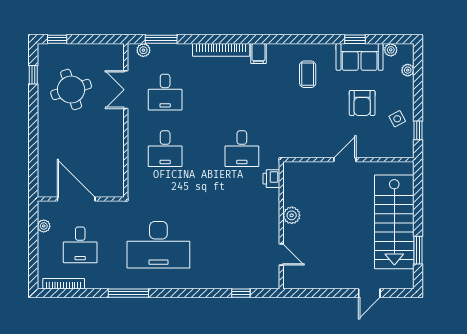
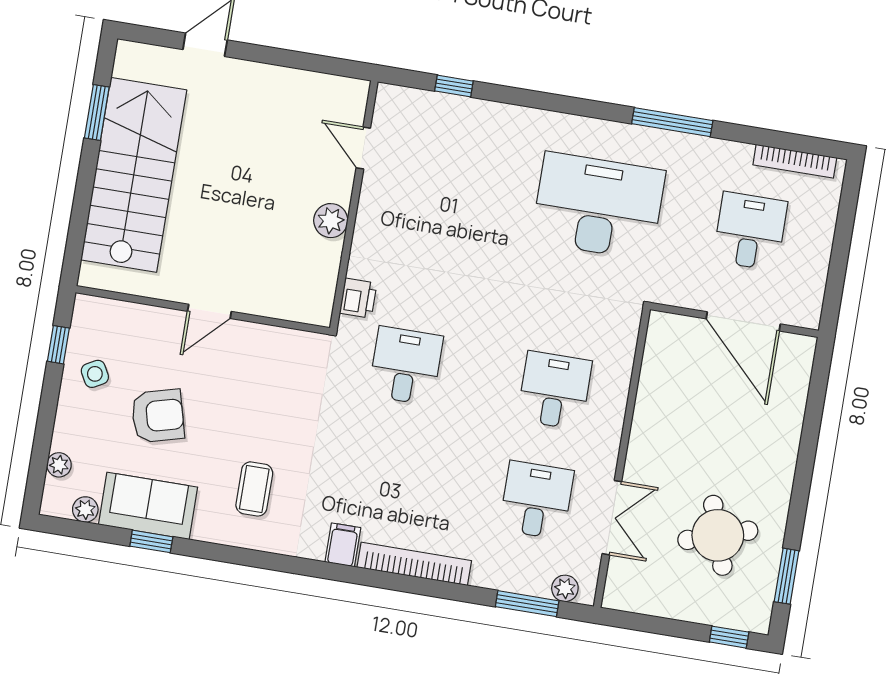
window: (33, 75) -> (787, 576), width x1.50
armchair: (362, 103) -> (158, 416), turned 75
plant: (44, 226) -> (815, 279), removed

